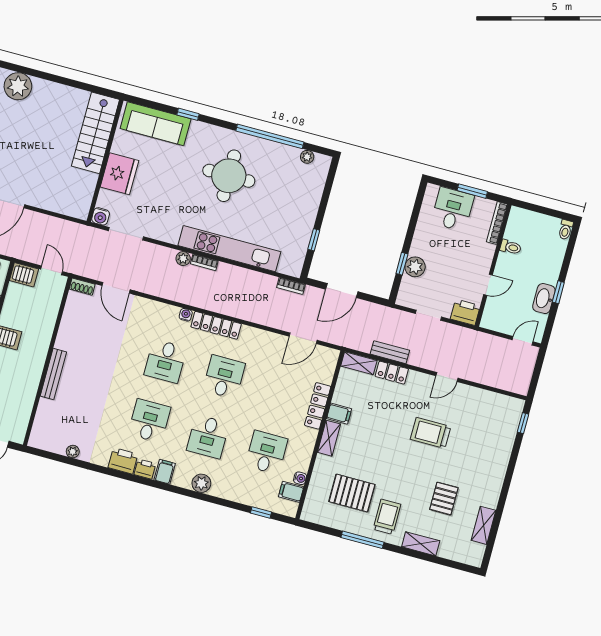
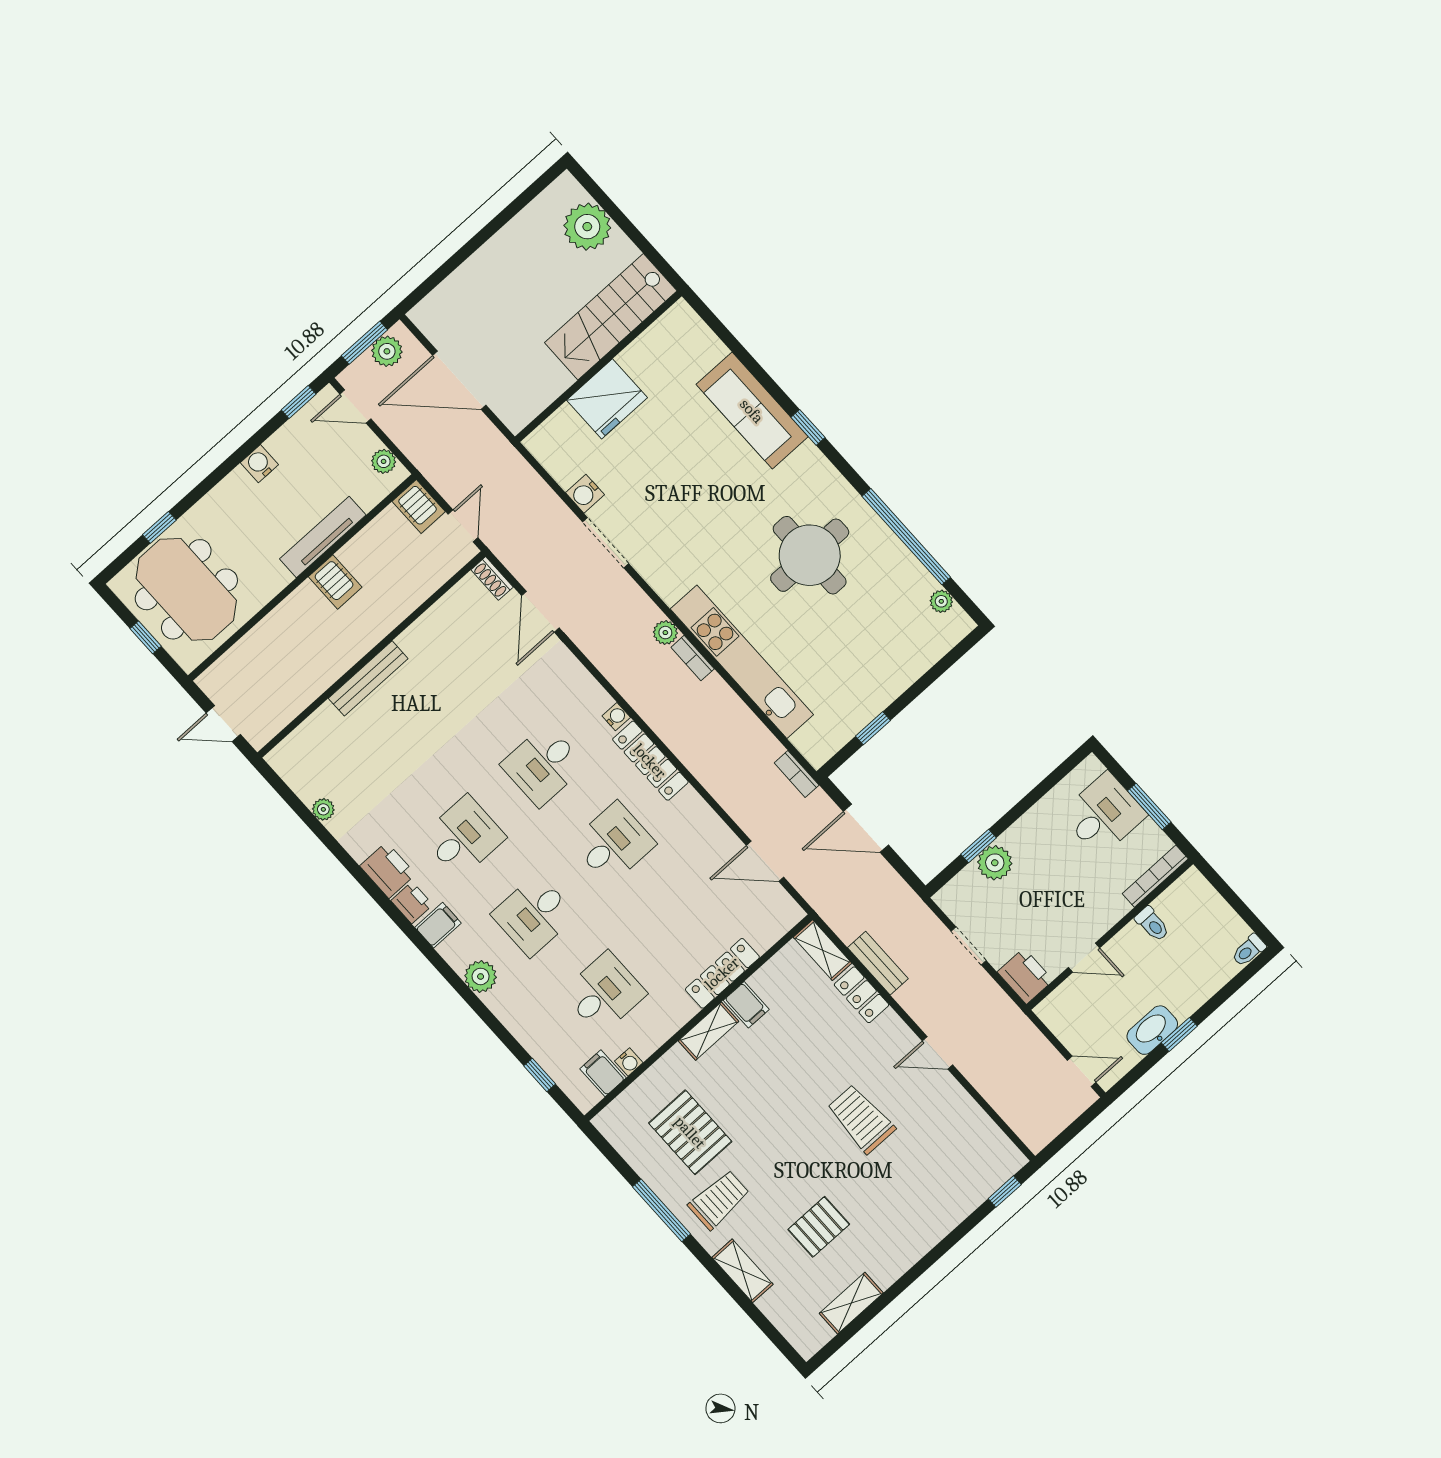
stairs: (96, 133) -> (611, 317), moved
wall: (105, 161) -> (598, 366), moved
fridge: (119, 174) -> (607, 399), moved

